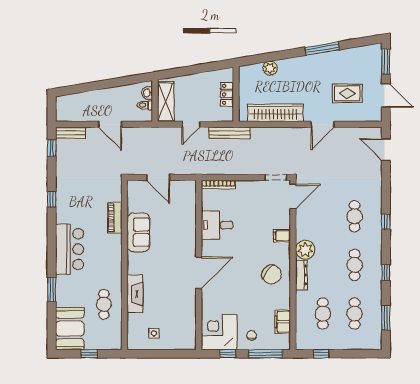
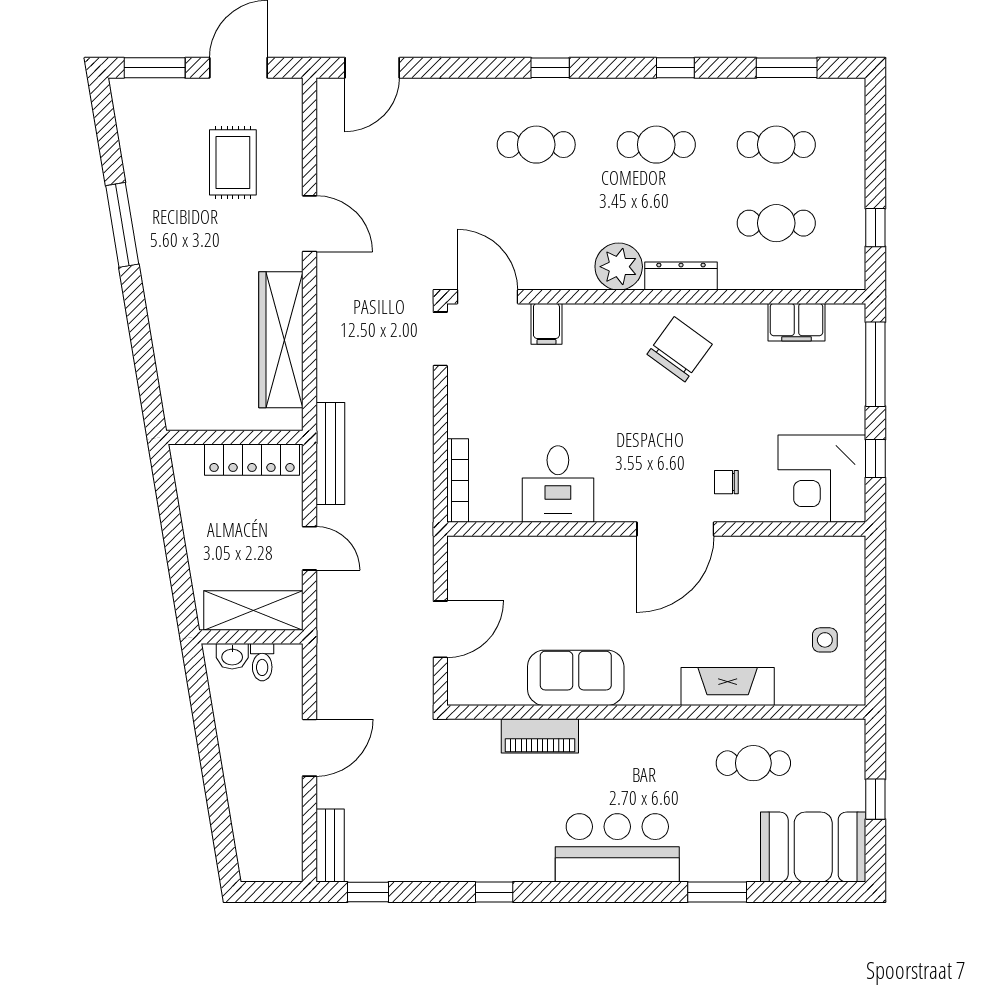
plant: (270, 68) -> (171, 353), removed
locker: (227, 94) -> (252, 460), width x1.53
filing cabinet: (282, 236) -> (546, 324), moved
door: (199, 273) -> (675, 529), swing flipped
chair: (252, 335) -> (726, 482), moved

